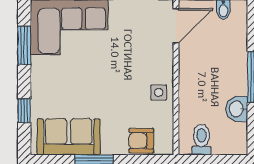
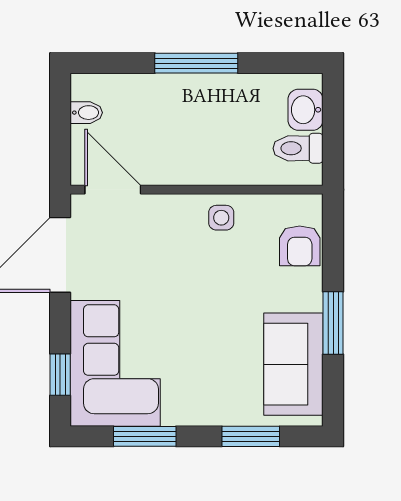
washbasin: (237, 109) -> (306, 110), moved, turned 90
window: (24, 111) -> (251, 436), width x1.50

